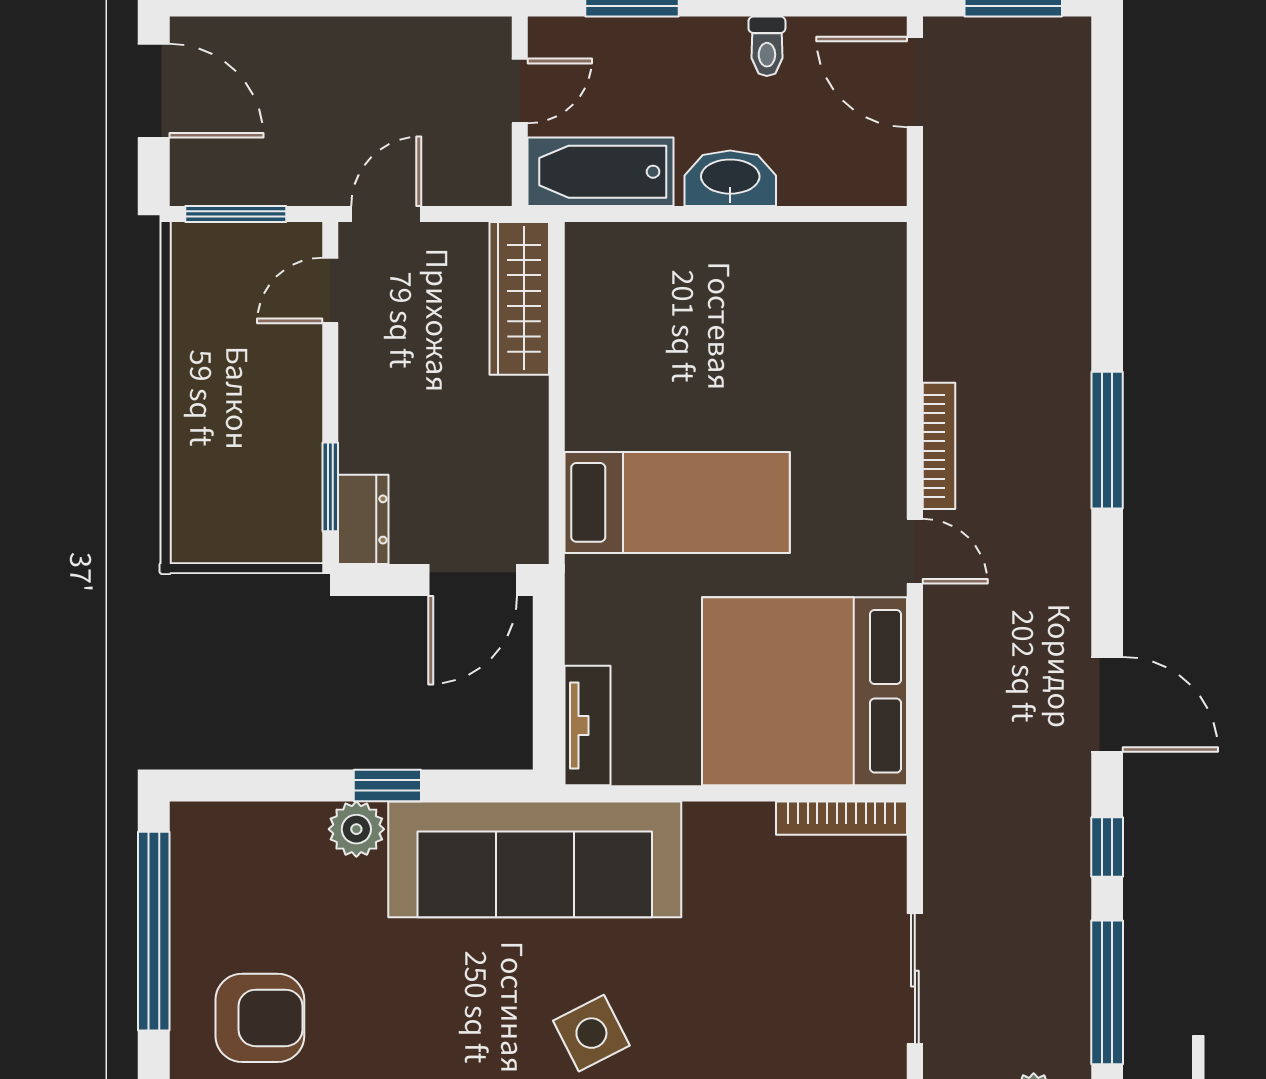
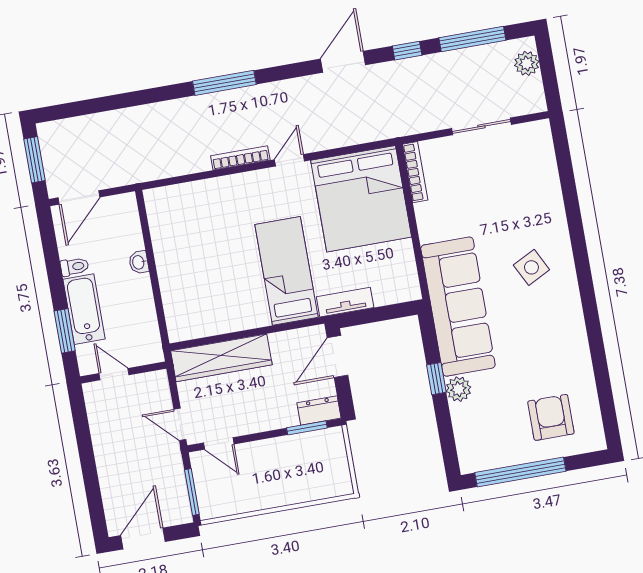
bathtub: (601, 172) -> (84, 309), moved, turned 180
washbasin: (730, 178) -> (139, 262), width x0.52, depth x0.69
wardrobe: (519, 298) -> (221, 358), width x1.40, depth x1.17
door: (473, 580) -> (337, 357), swing flipped
tv unit: (587, 726) -> (345, 302), moved

